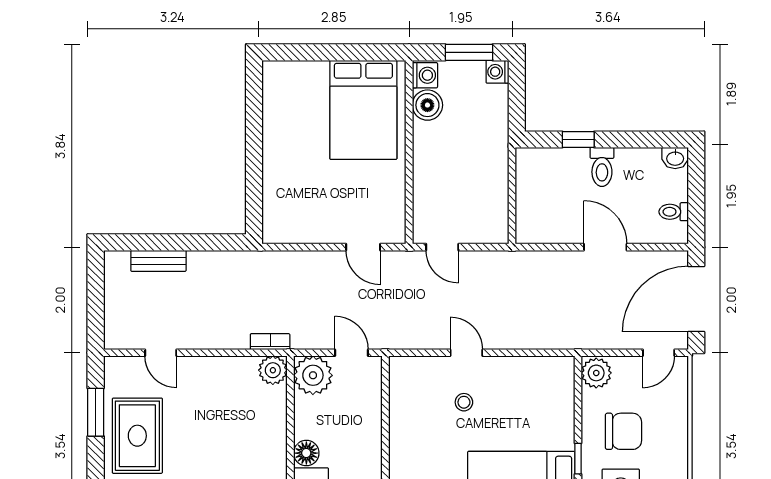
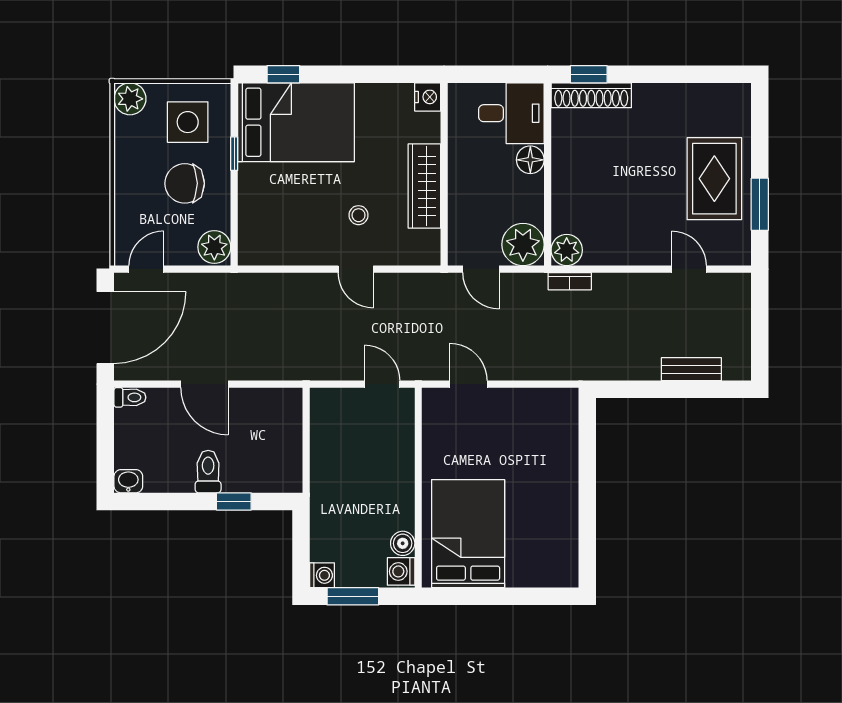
boiler: (427, 105) -> (403, 543), width x0.73, depth x0.73
toilet: (674, 212) -> (130, 397), moved
wardrobe: (403, 429) -> (424, 186), added

